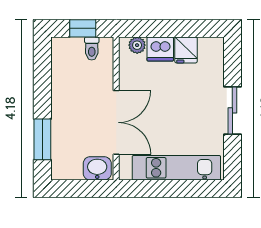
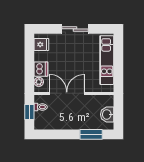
fridge: (186, 50) -> (41, 44), moved
double door: (116, 122) -> (67, 93), moved
washbasin: (97, 168) -> (107, 114), moved

